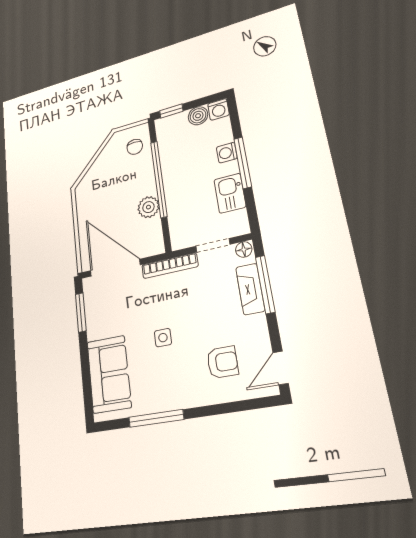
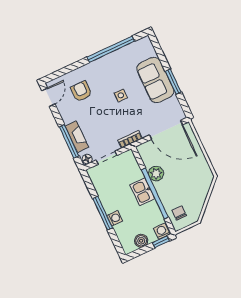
washing machine: (218, 109) -> (162, 231), moved
kitchen sink: (230, 193) -> (142, 192), moved, turned 180
bookcase: (170, 266) -> (130, 139), width x0.64
window: (81, 312) -> (173, 82), moved
armchair: (222, 362) -> (81, 91), turned 90
sofa: (109, 374) -> (155, 80), moved
window: (156, 418) -> (111, 49), width x1.46

